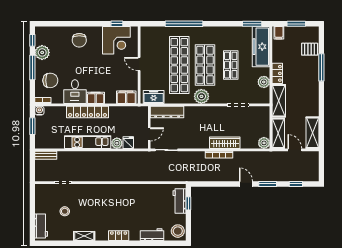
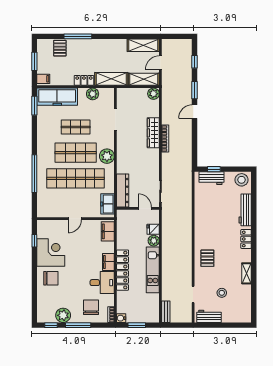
corner desk: (116, 40) -> (51, 252), moved
pallet: (99, 197) -> (207, 258), added
workbench: (41, 226) -> (209, 316), moved
workbench: (152, 235) -> (245, 210), width x1.37

